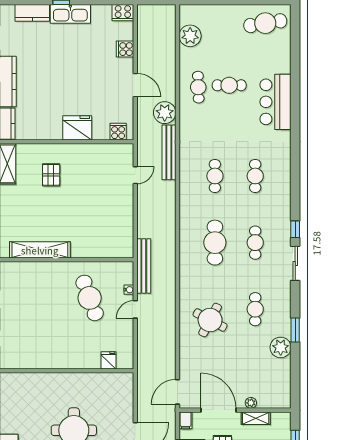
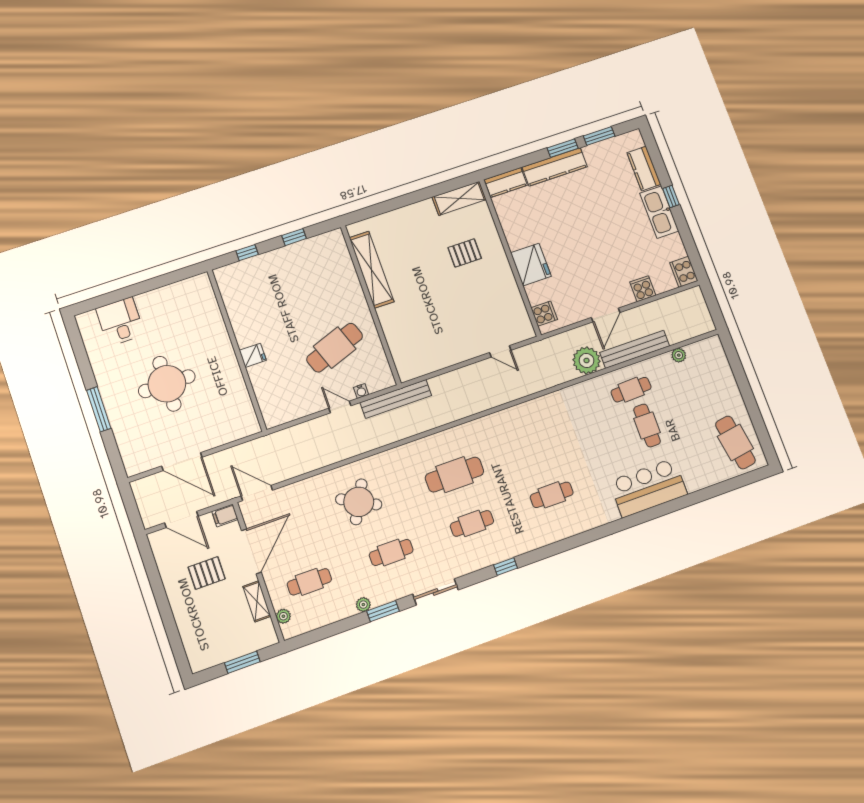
plant: (190, 36) -> (679, 355), width x0.53, depth x0.53
bench: (169, 152) -> (635, 349), moved
cafe table: (215, 176) -> (309, 582), moved
sliding door: (295, 263) -> (435, 592), moved
plant: (281, 347) -> (363, 605), width x0.53, depth x0.53
fridge: (109, 360) -> (253, 355), moved
plant: (251, 403) -> (283, 616), moved

